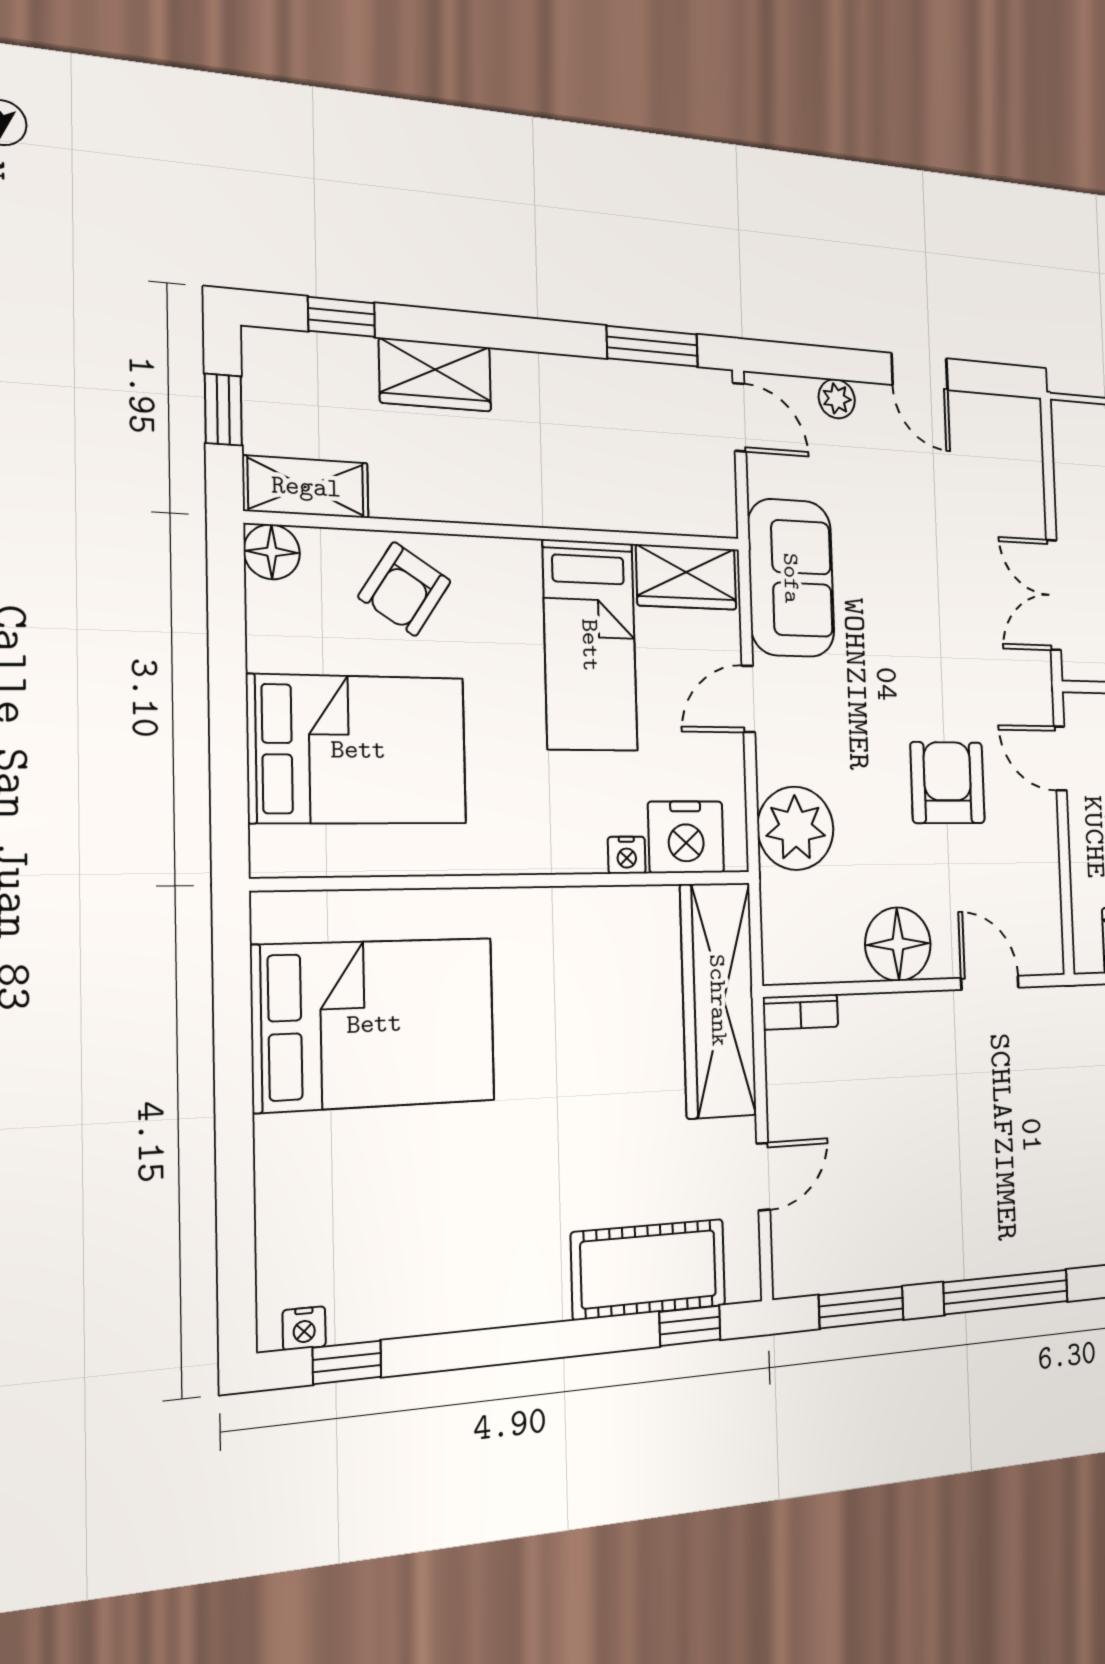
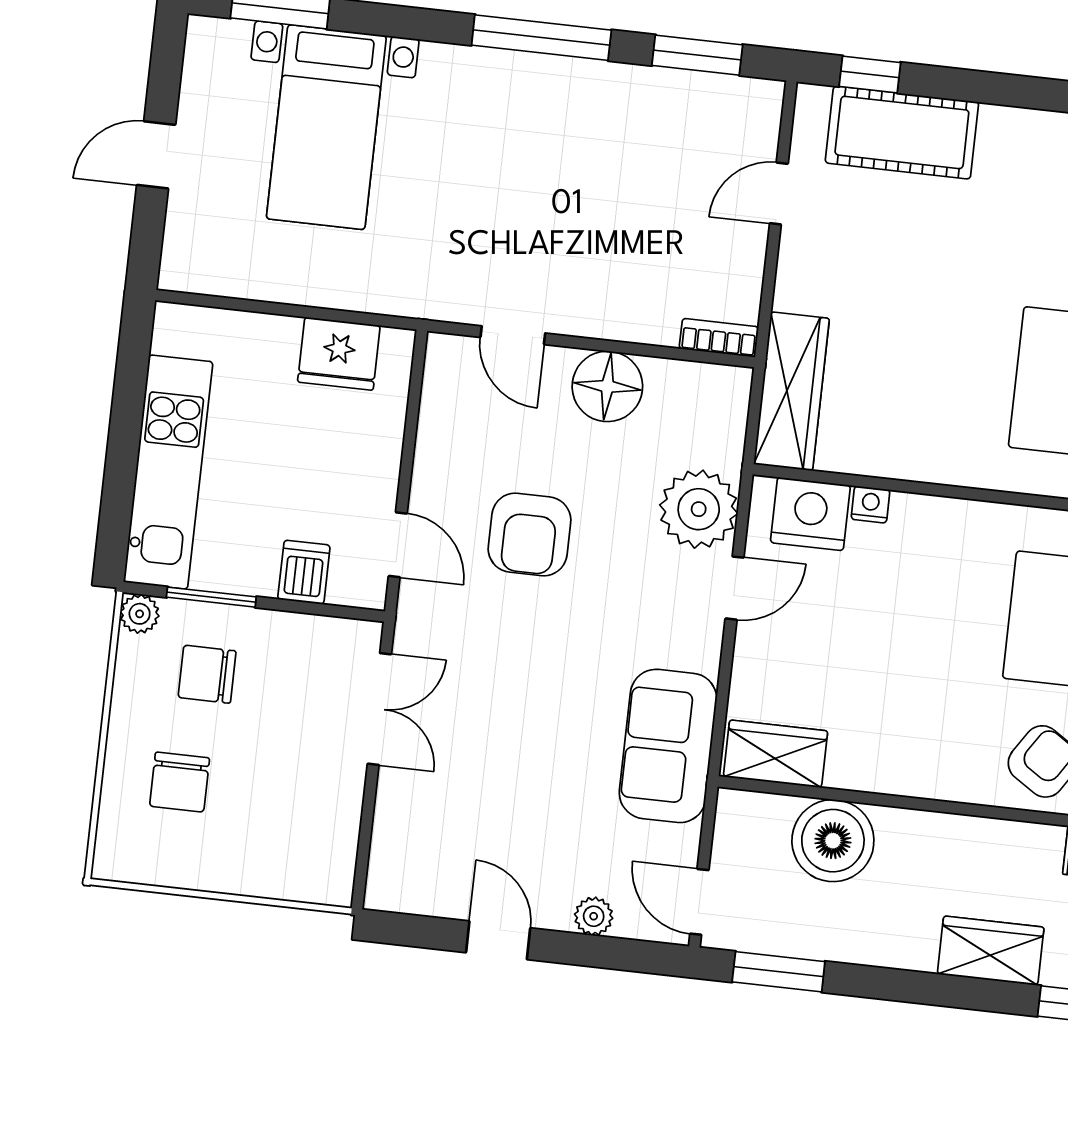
boiler: (616, 488) -> (833, 841), added
bed: (590, 645) -> (879, 698), removed
door: (748, 699) -> (735, 588), moved
wardrobe: (718, 1000) -> (792, 391), width x0.71, depth x0.85

